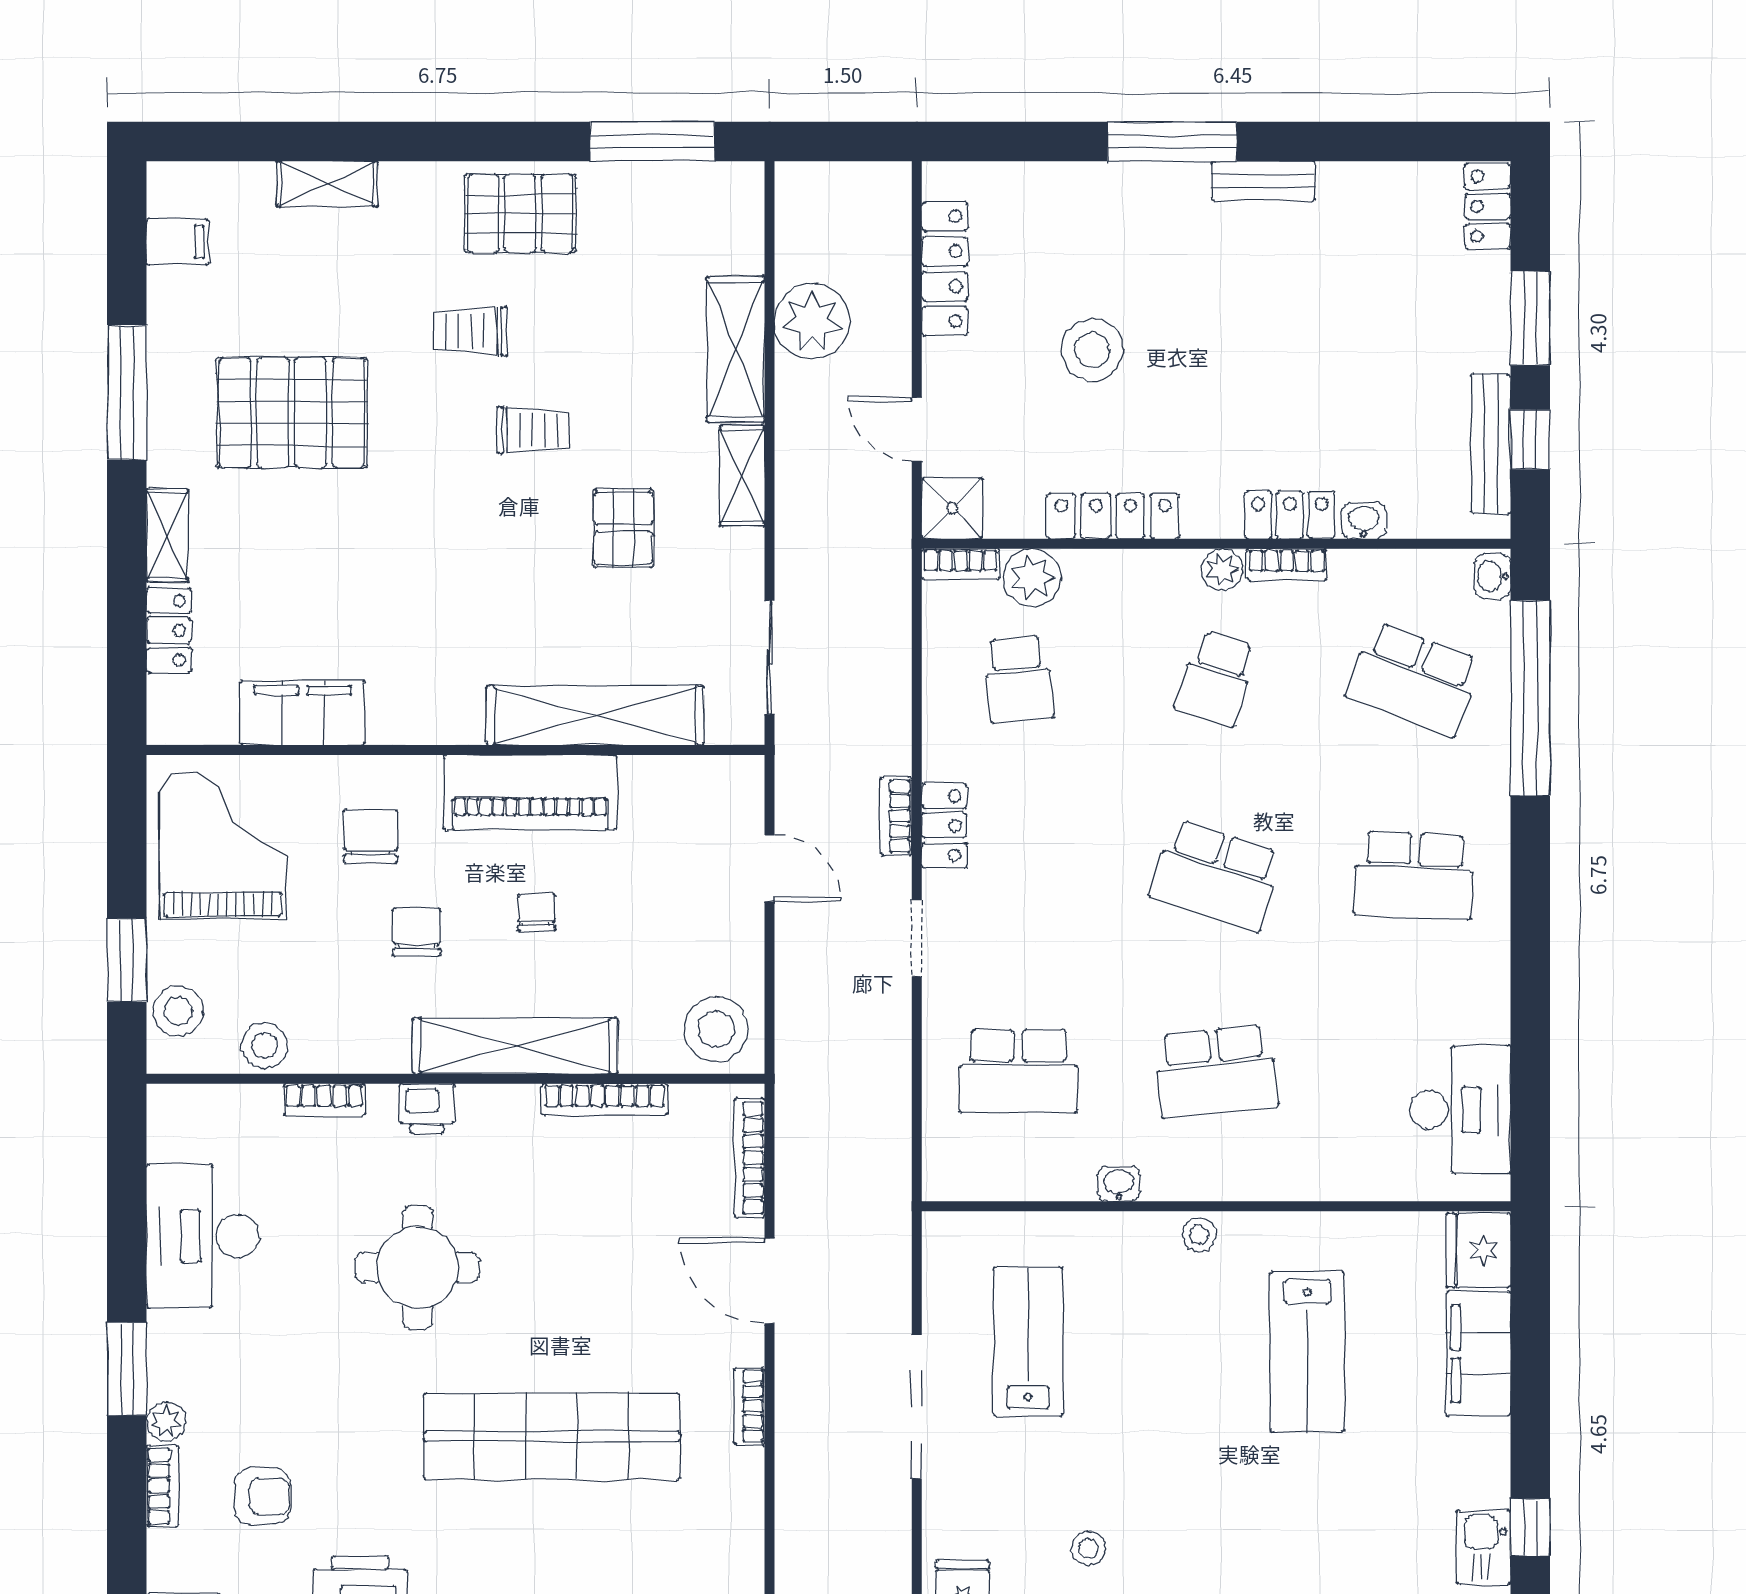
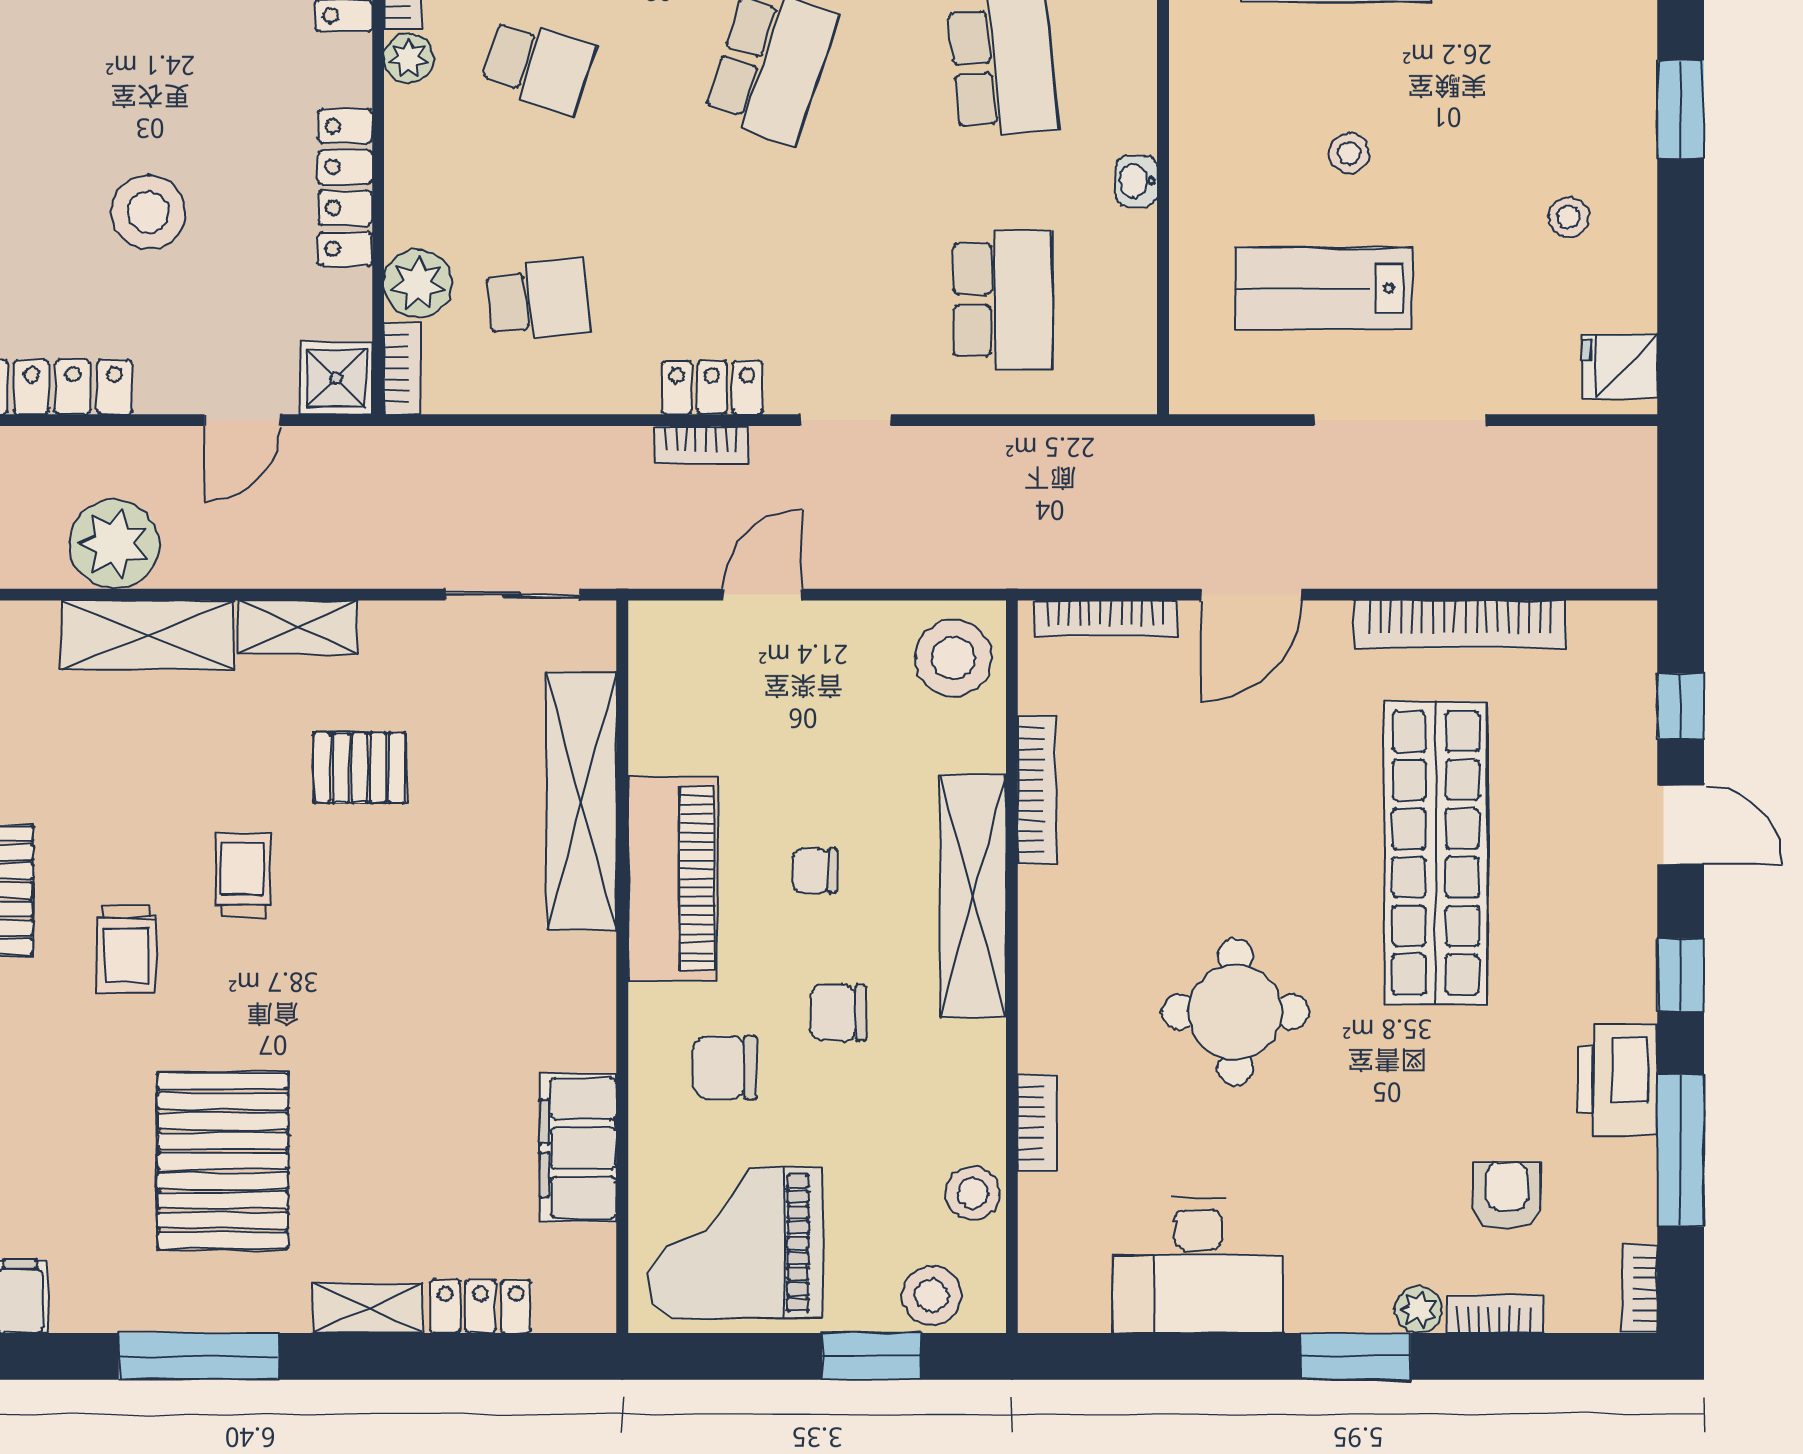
printer: (427, 1109) -> (1047, 1001), removed
stool: (1199, 1235) -> (1349, 153), moved
bookcase: (749, 1406) -> (1460, 624), width x2.31, depth x1.31

